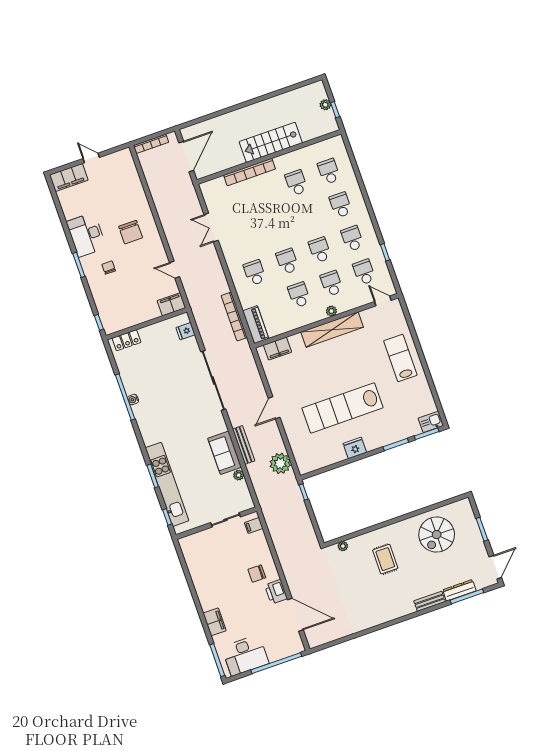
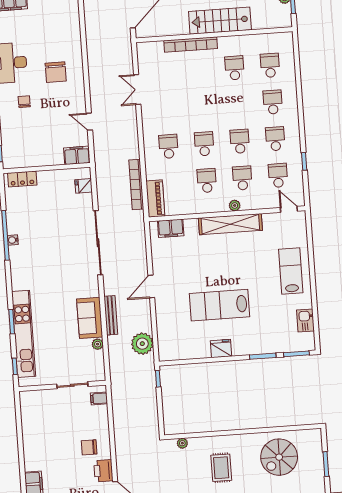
lab bench: (342, 408) -> (219, 305), width x0.73
kitchen sink: (431, 422) -> (305, 321), moved, turned -90

